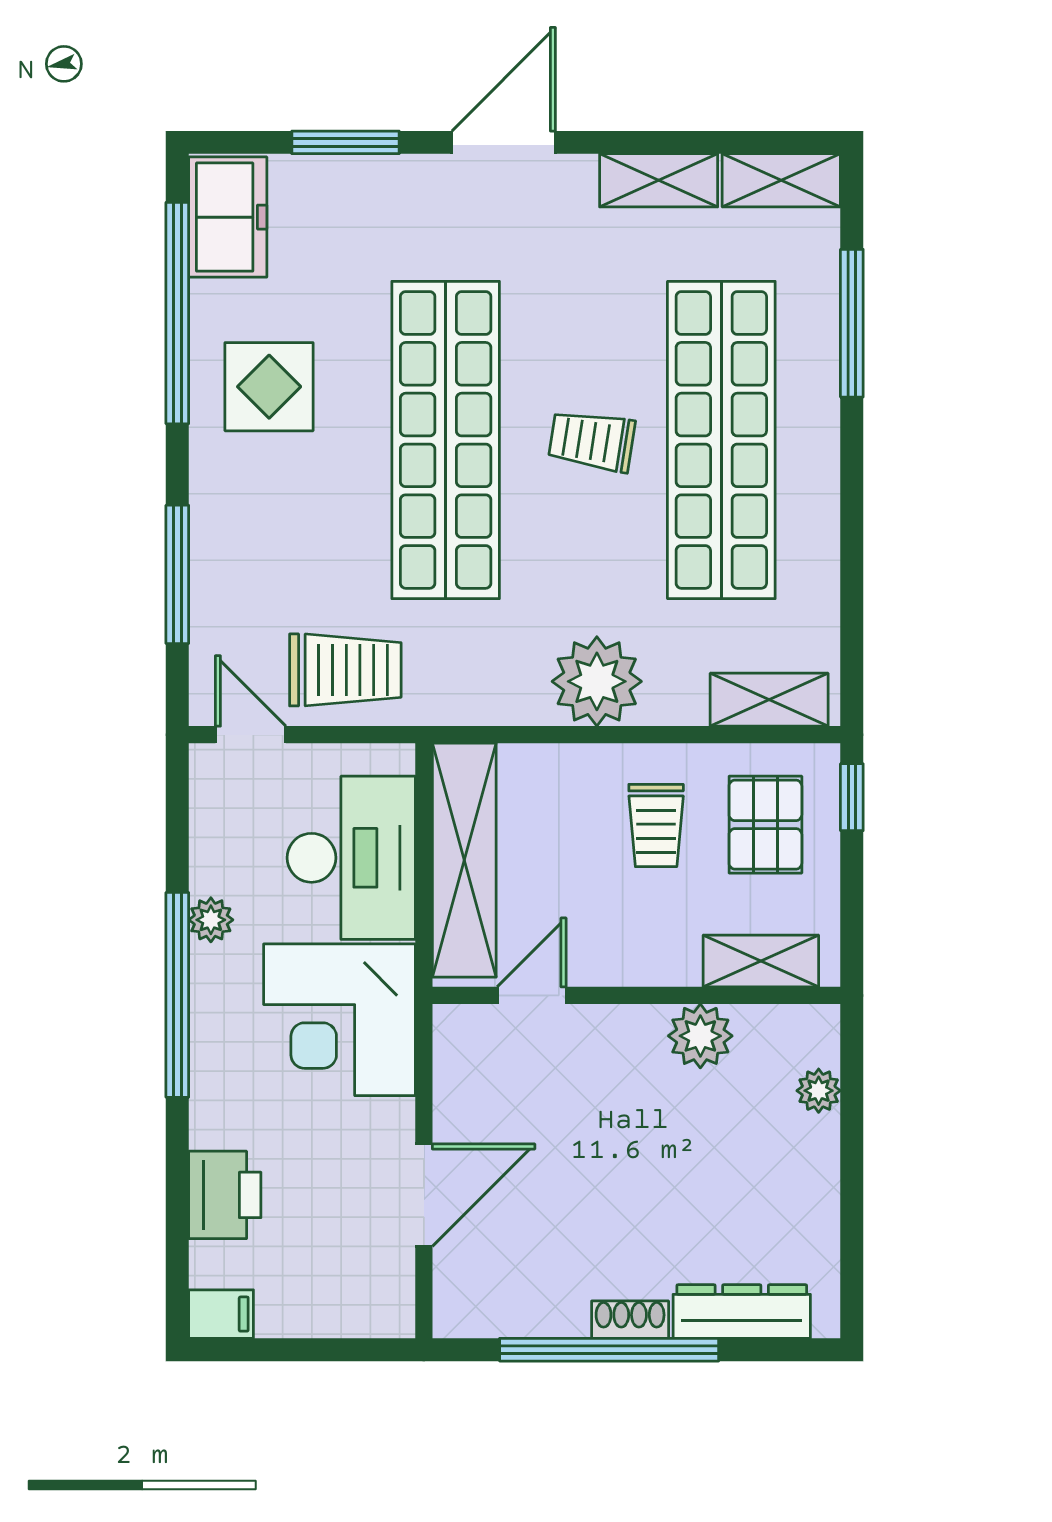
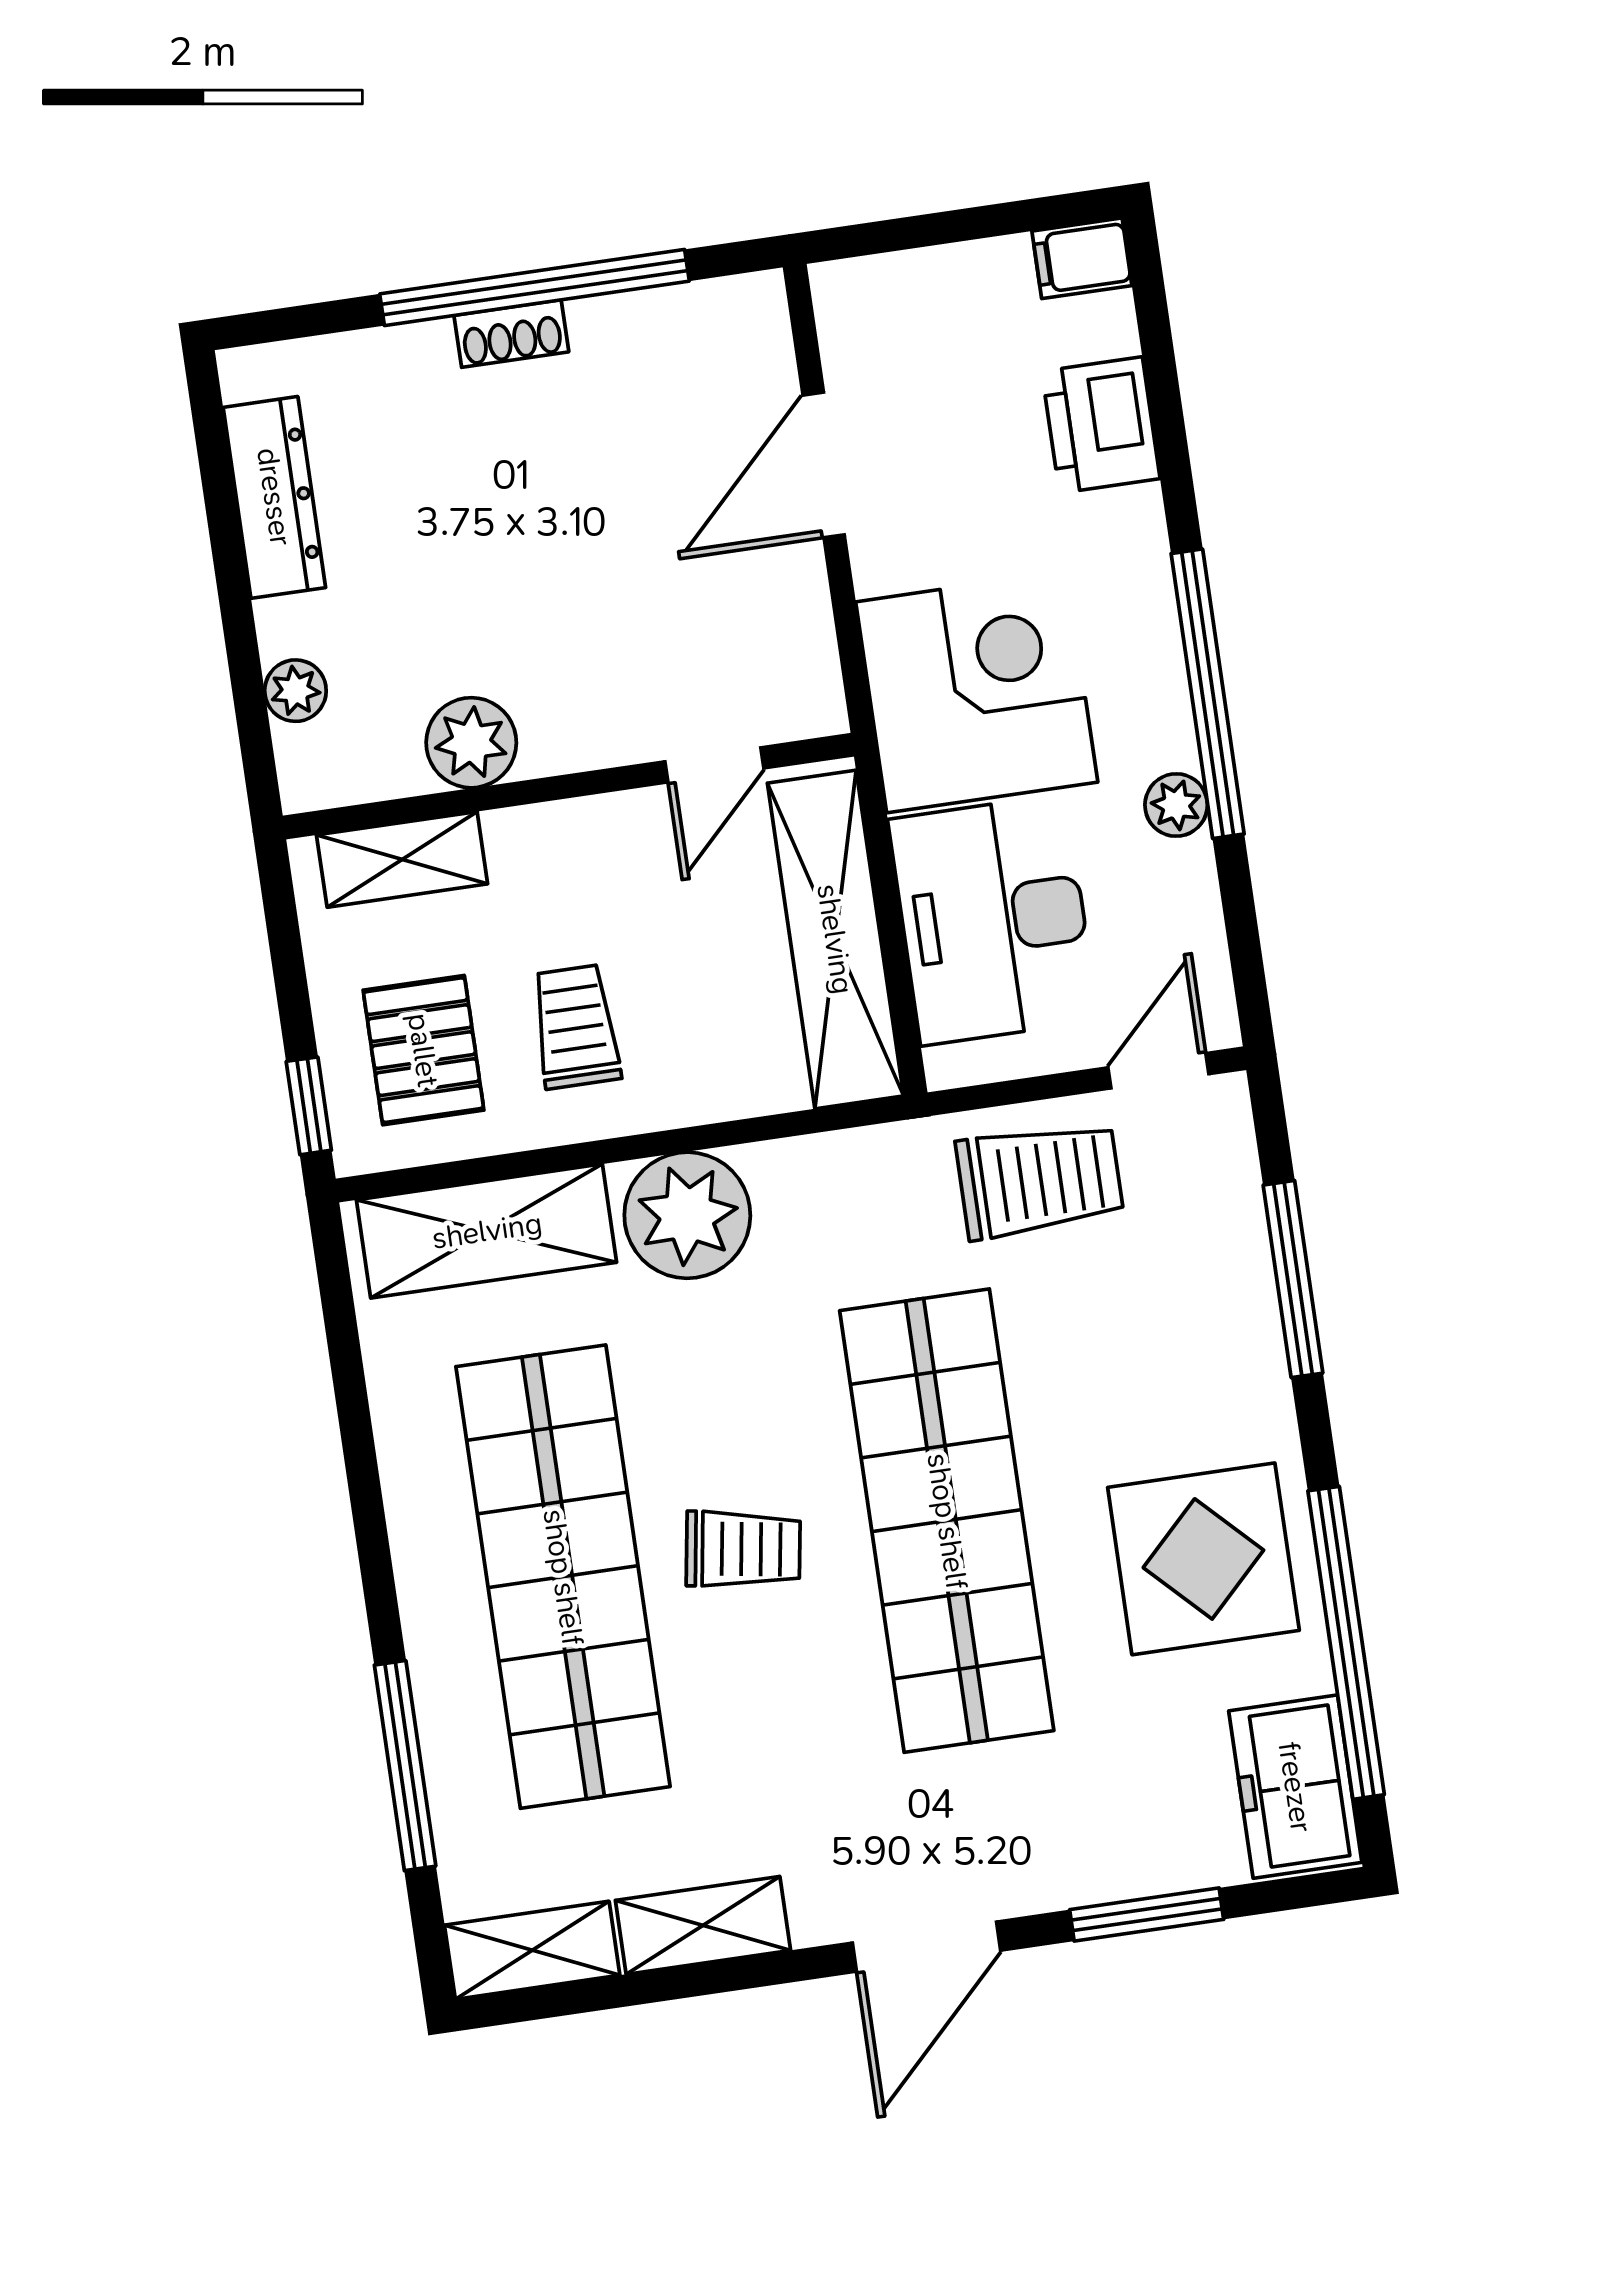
display table: (269, 387) -> (1203, 1559), width x1.36, depth x1.36
trolley: (345, 670) -> (1040, 1180), turned 180
shelving: (769, 700) -> (487, 1231), width x1.50, depth x1.33
door: (251, 735) -> (1158, 1071), swing flipped
dresser: (742, 1312) -> (274, 497), moved, turned -90

